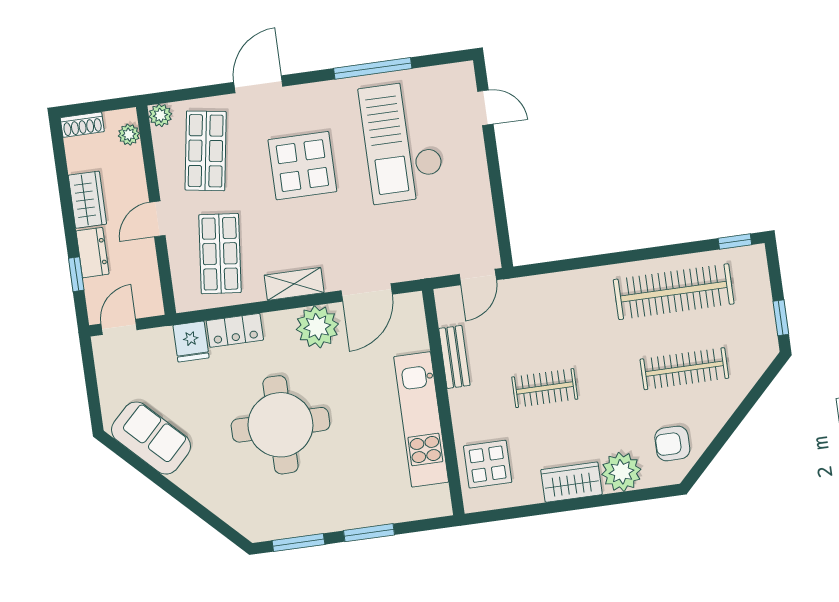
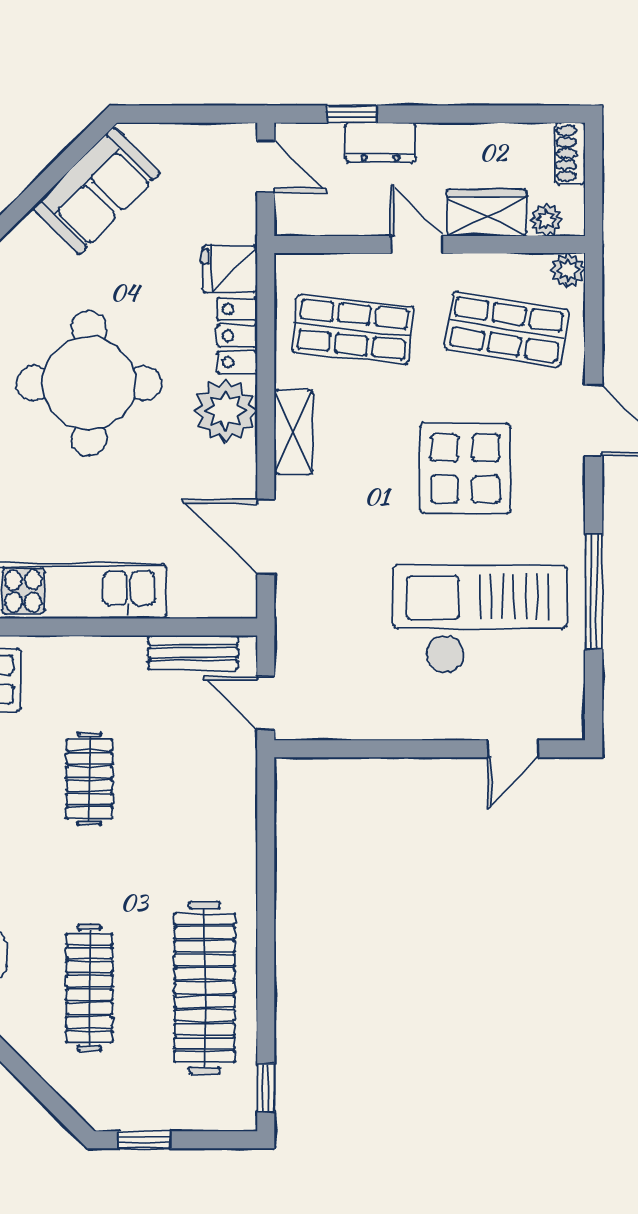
wardrobe: (87, 200) -> (487, 213), moved, turned 180
plant: (317, 327) -> (226, 411), moved
bench: (454, 357) -> (193, 653), moved

